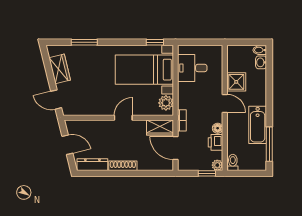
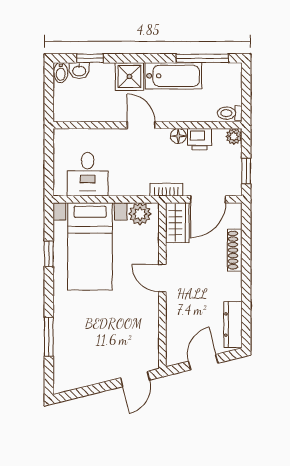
window: (155, 42) -> (49, 254), moved
wardrobe: (60, 69) -> (89, 374), removed
window: (269, 70) -> (90, 58), added
shower: (236, 82) -> (129, 77), moved
door: (225, 104) -> (141, 125), hinge flipped
shoe rack: (123, 166) -> (235, 250), moved
window: (207, 173) -> (246, 171), moved

